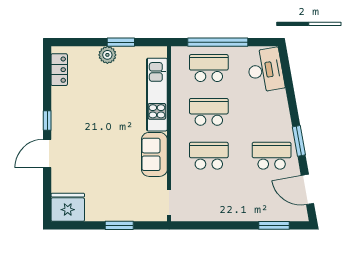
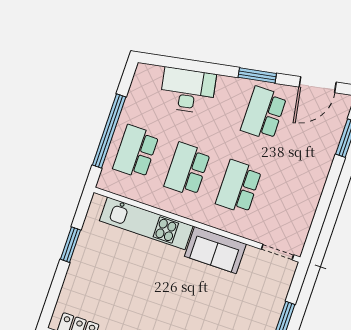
plant: (107, 55) -> (80, 265), removed
desk: (265, 70) -> (188, 90), moved

